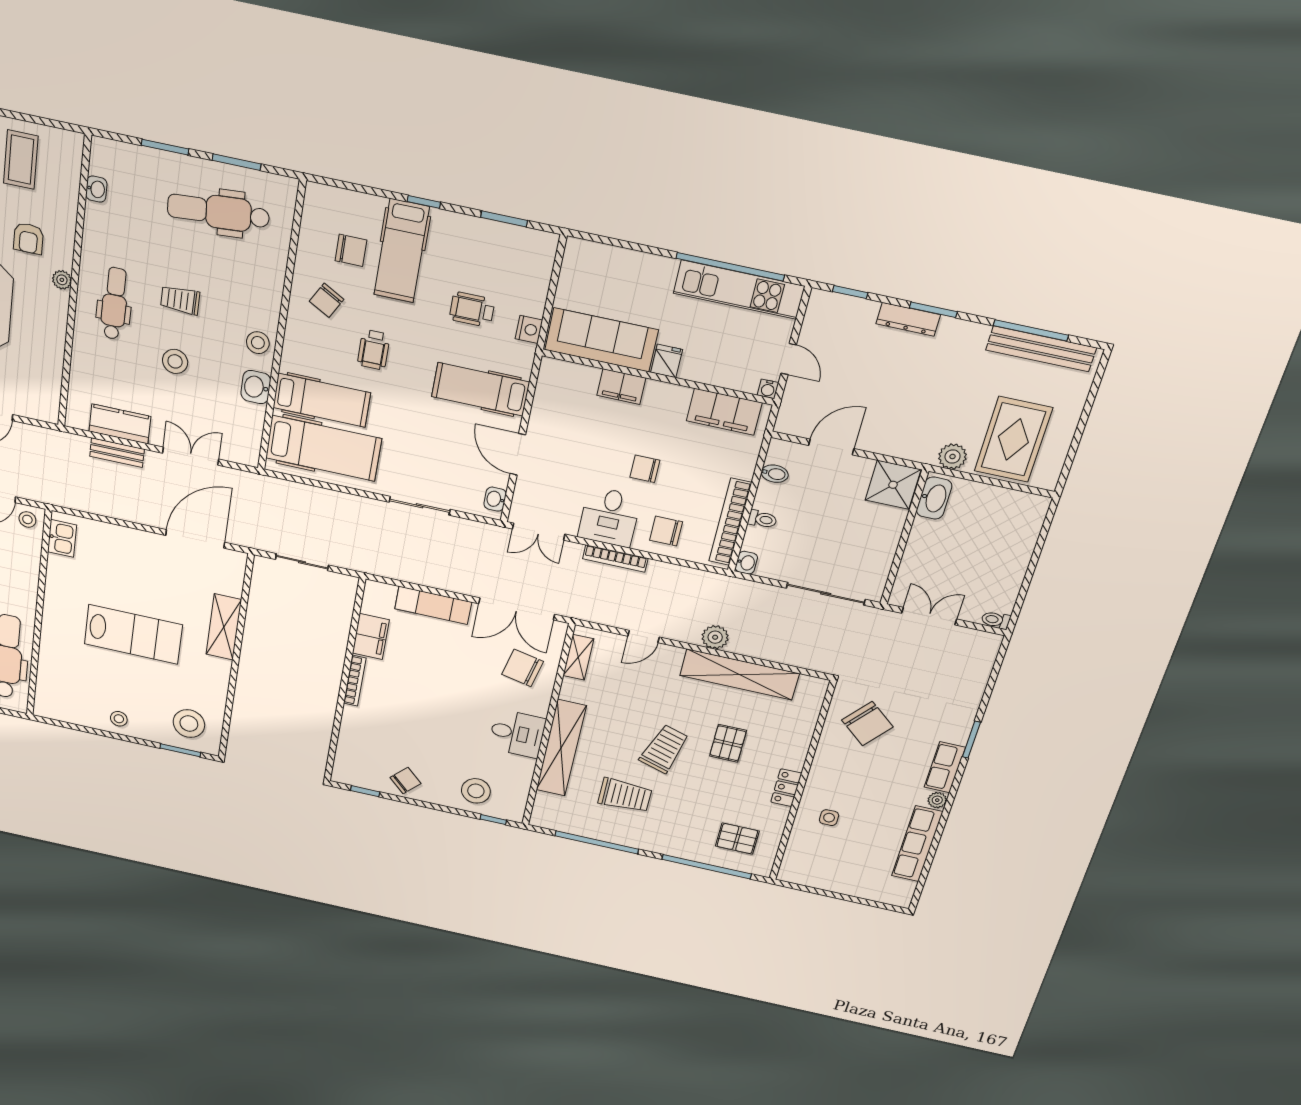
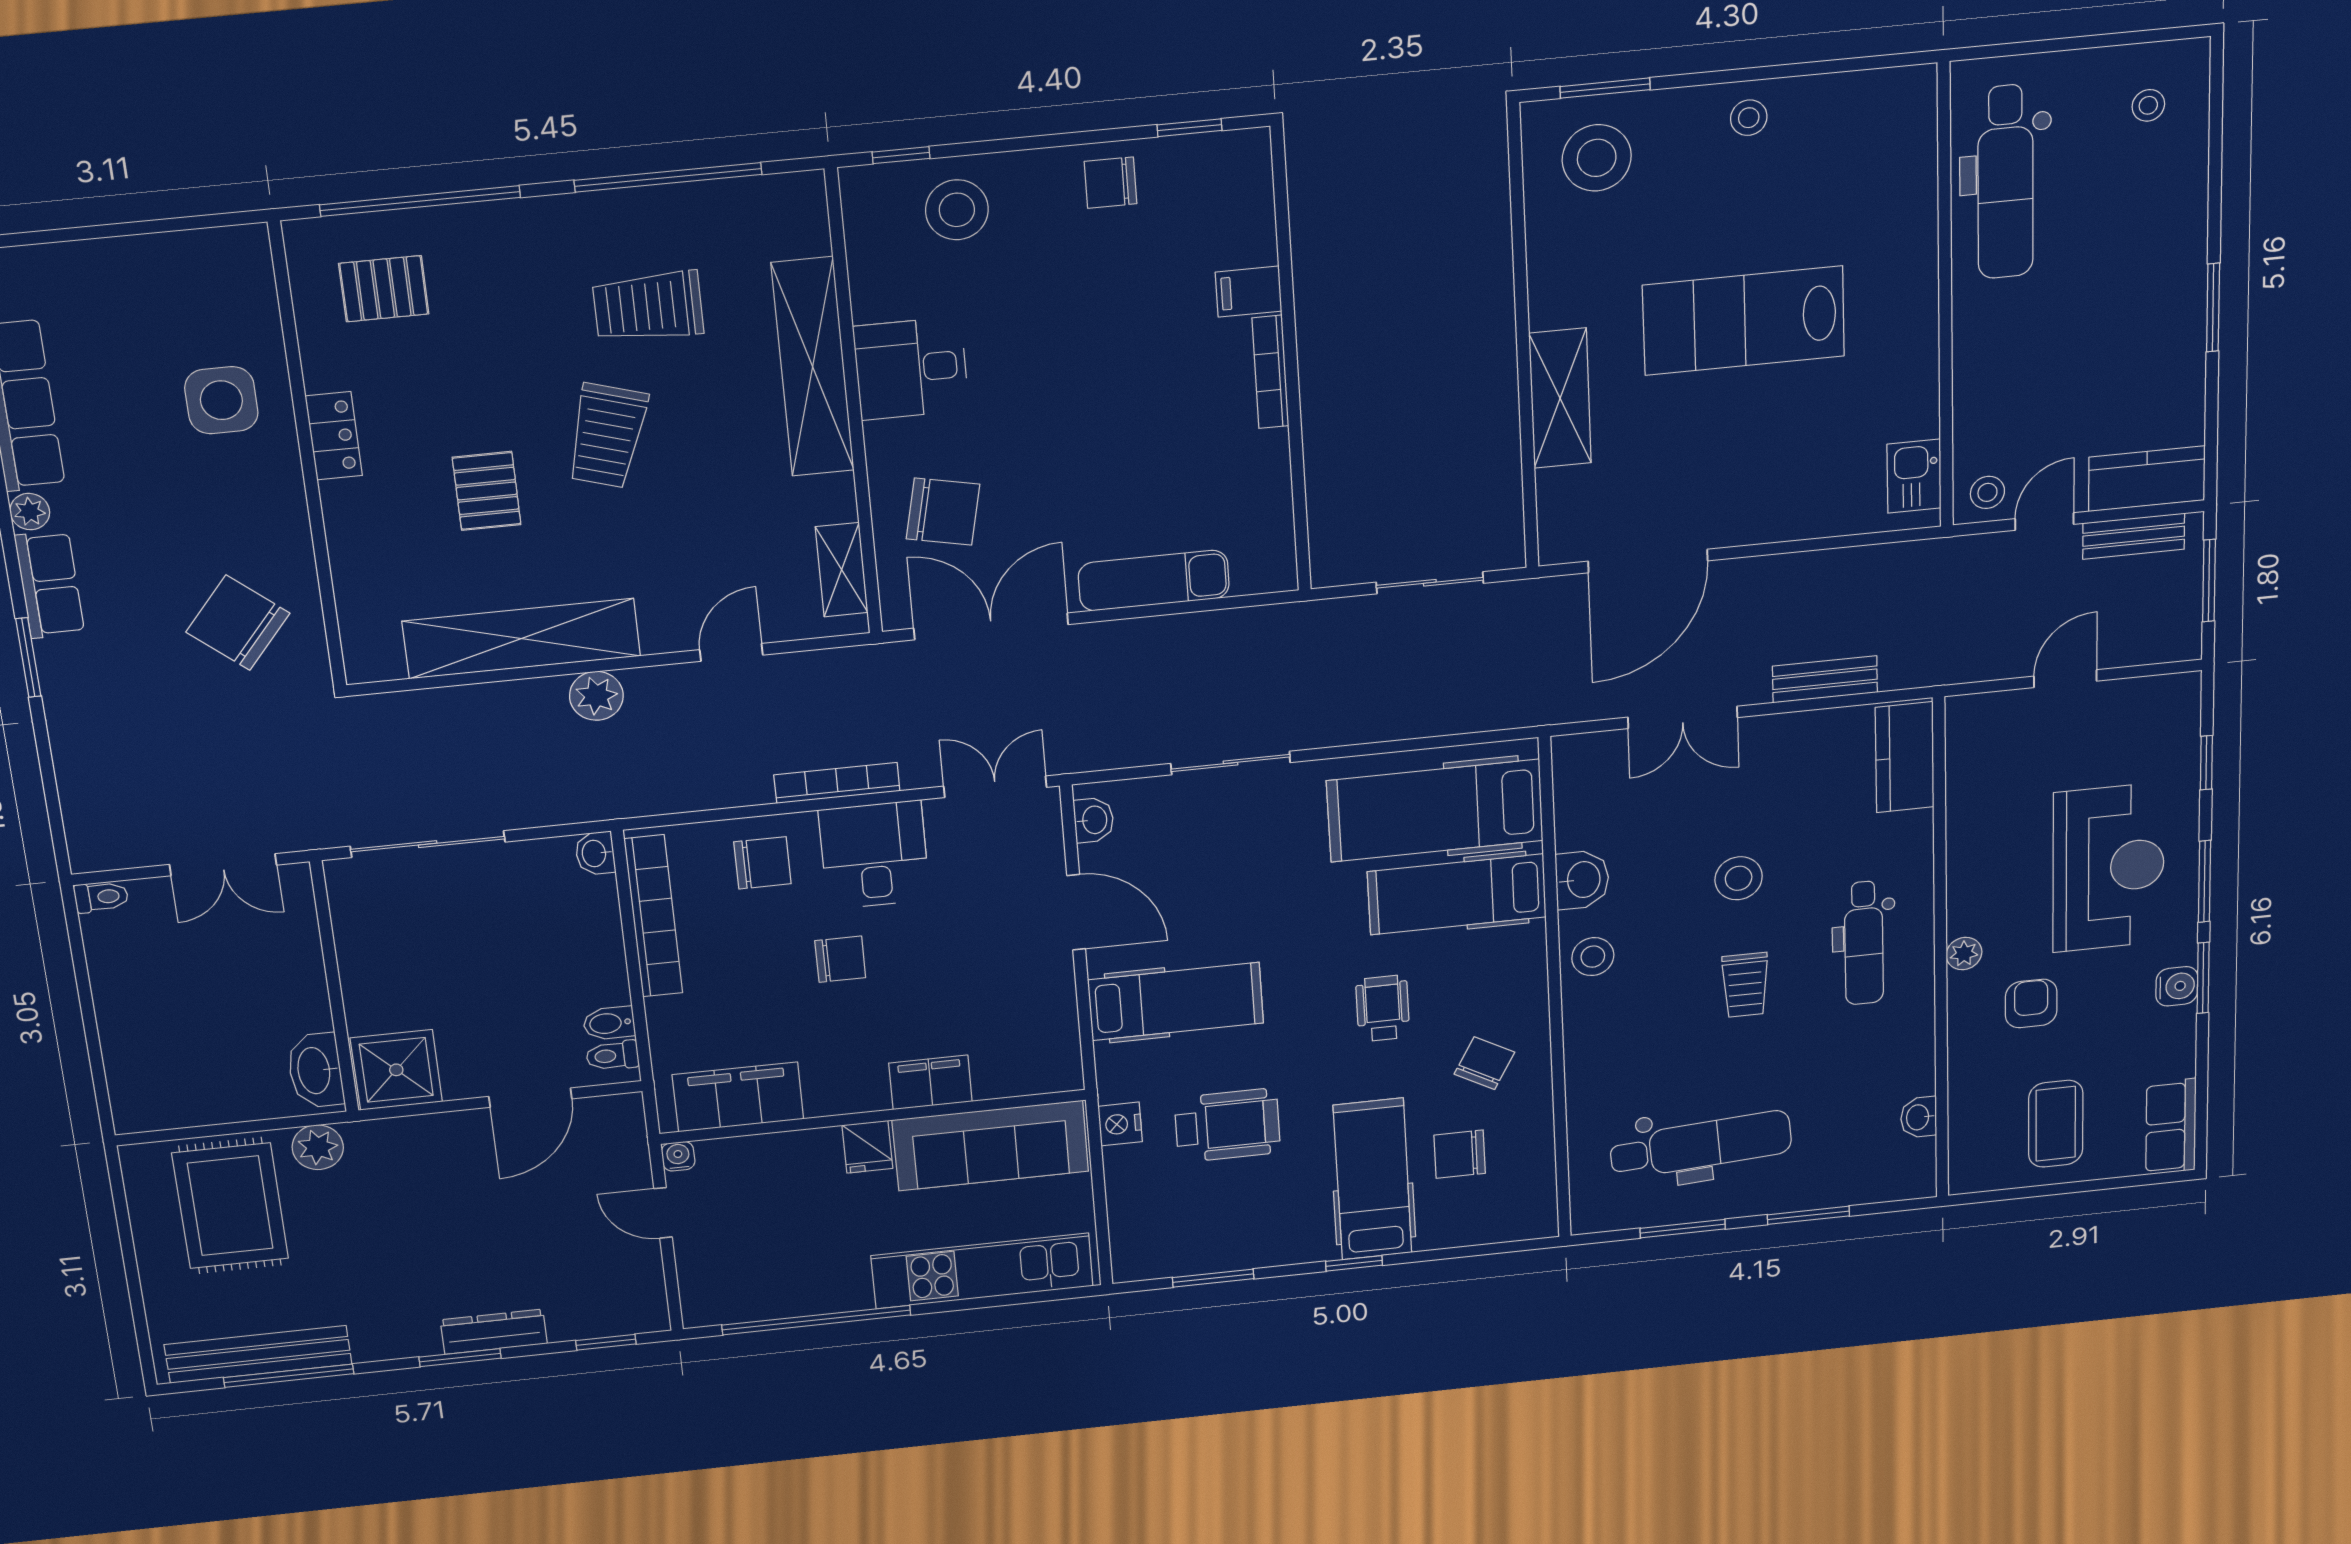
kitchen unit: (739, 290) -> (982, 1271), moved
trolley: (180, 300) -> (1745, 985), turned 90
wheelchair: (472, 310) -> (1227, 1125), width x1.36, depth x1.37
kitchen counter: (120, 424) -> (1905, 757), moved, turned 90
toilet: (762, 519) -> (612, 1056), moved
filing cabinet: (371, 637) -> (1249, 292), moved, width x0.50
chair: (406, 781) -> (1110, 183), turned 46
side table: (829, 818) -> (221, 400), width x1.87, depth x1.87

